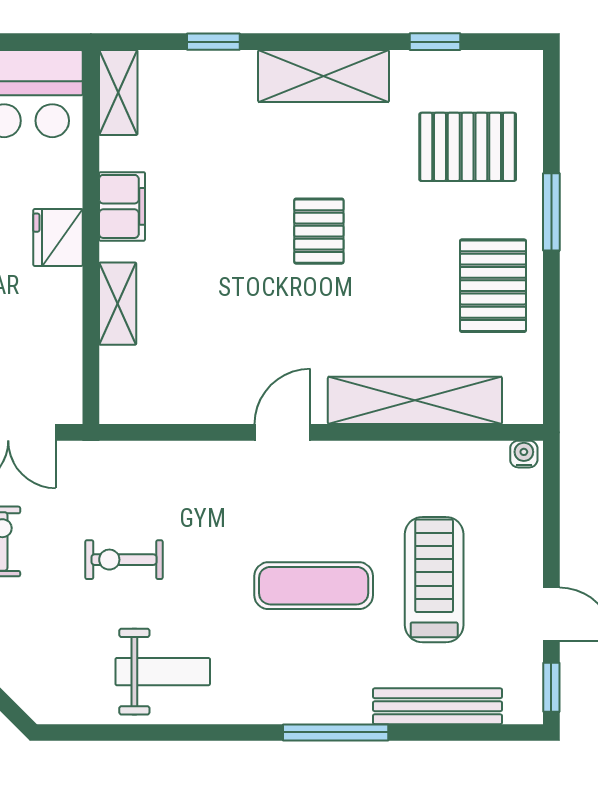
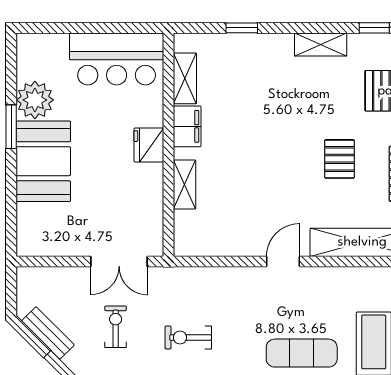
shelving: (324, 76) -> (321, 45), width x0.67, depth x0.75
shelving: (118, 93) -> (185, 78), moved
pallet: (319, 231) -> (339, 159), moved

